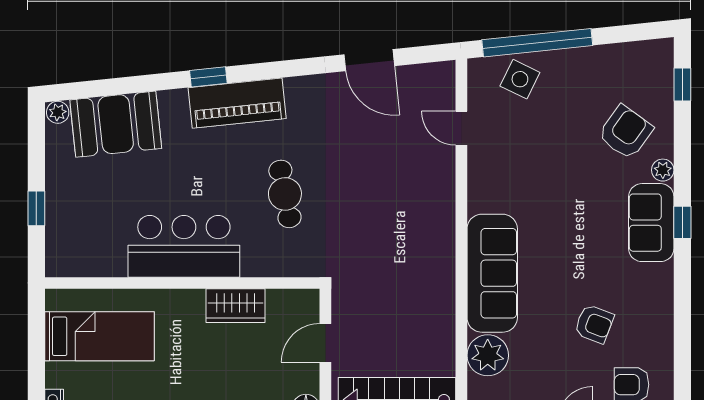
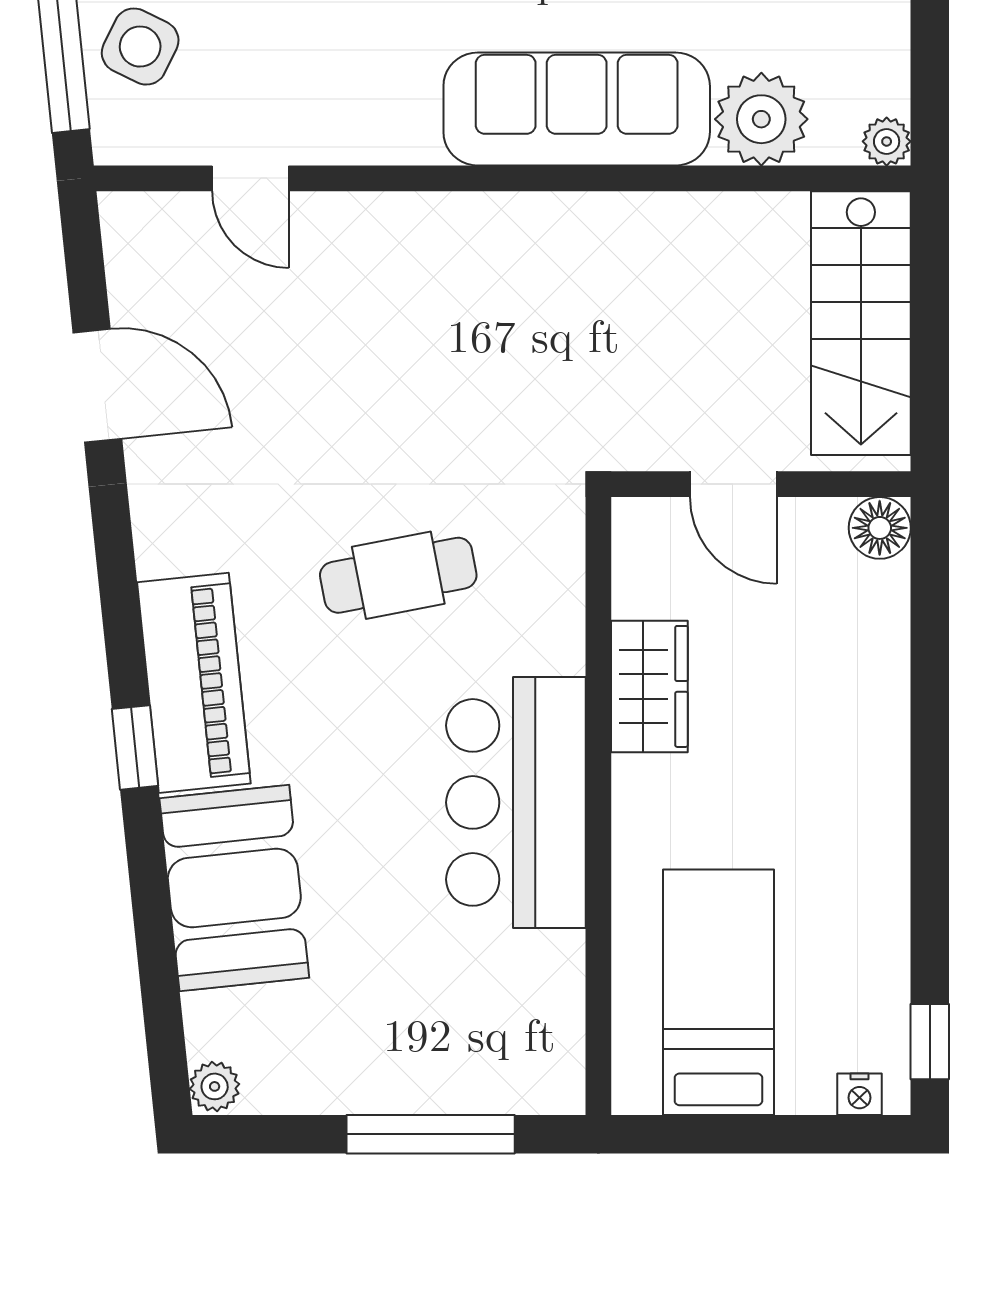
door: (369, 60) -> (97, 386), hinge flipped
booth: (116, 124) -> (234, 888), moved
door: (461, 128) -> (250, 178), hinge flipped
window: (36, 208) -> (431, 1134), width x2.17

